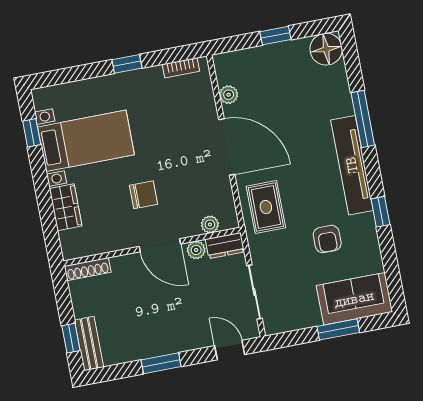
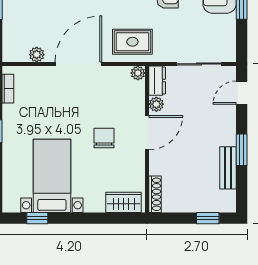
wardrobe: (66, 207) -> (124, 202), moved
plant: (210, 224) -> (138, 73), moved
bench: (89, 344) -> (228, 168), moved, turned 90

